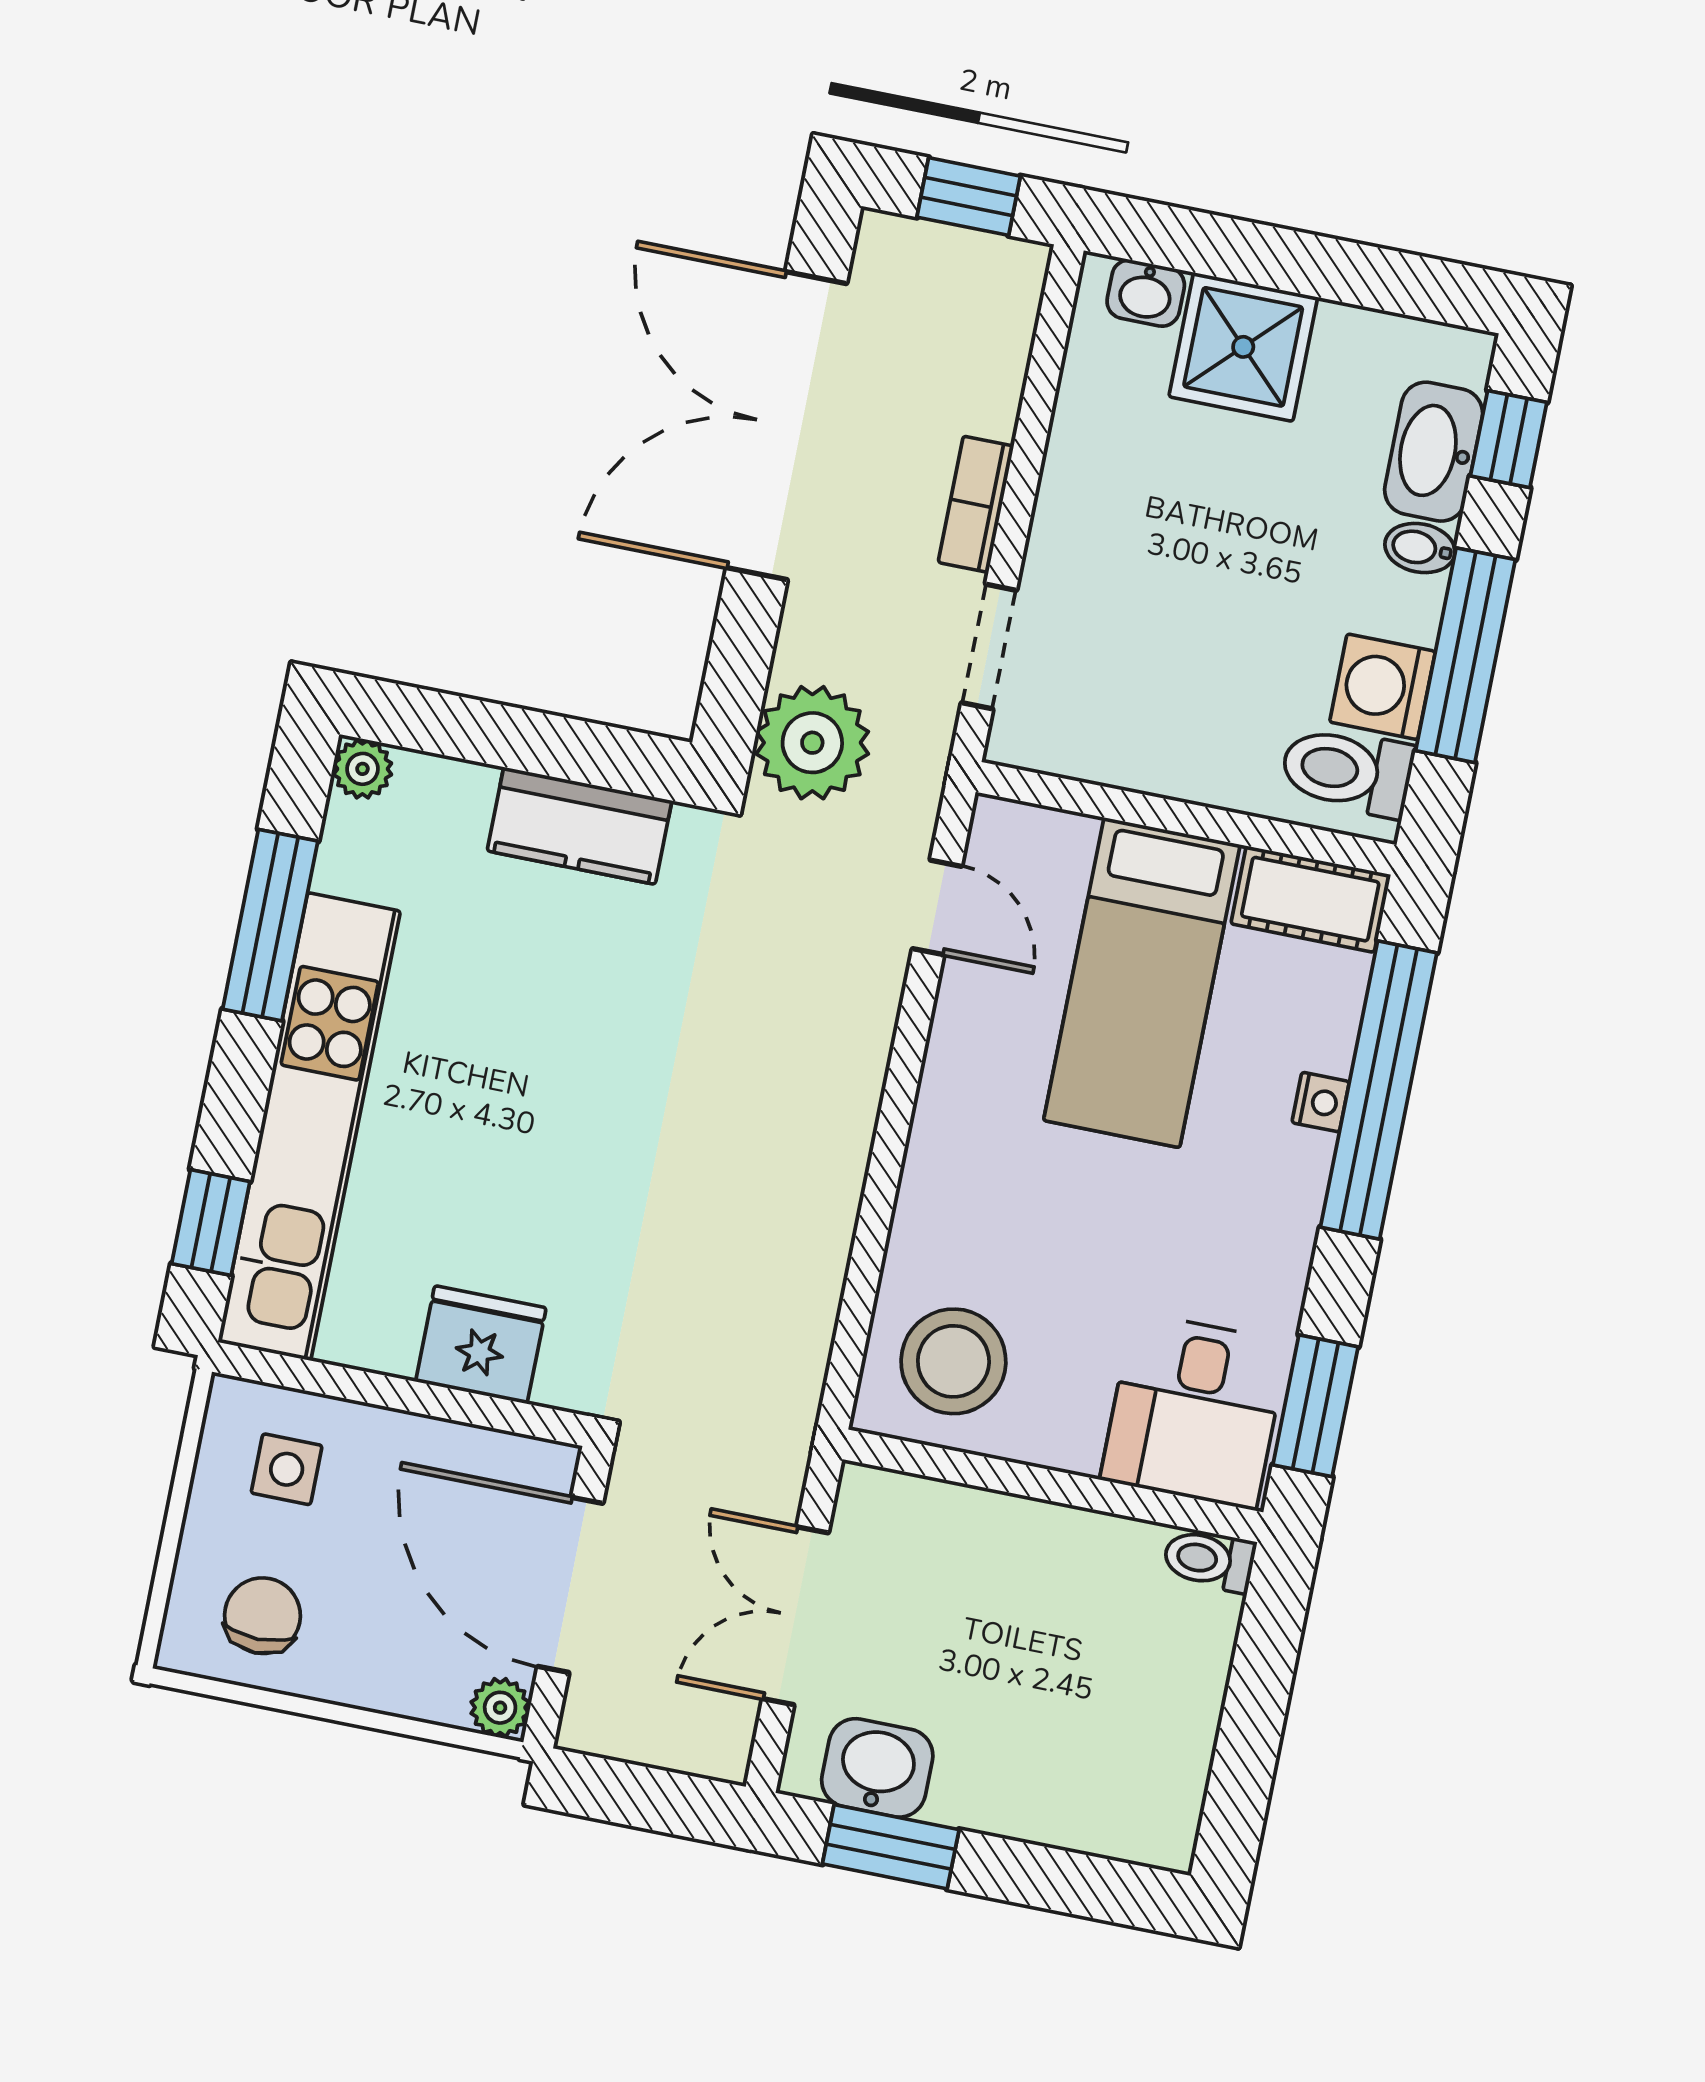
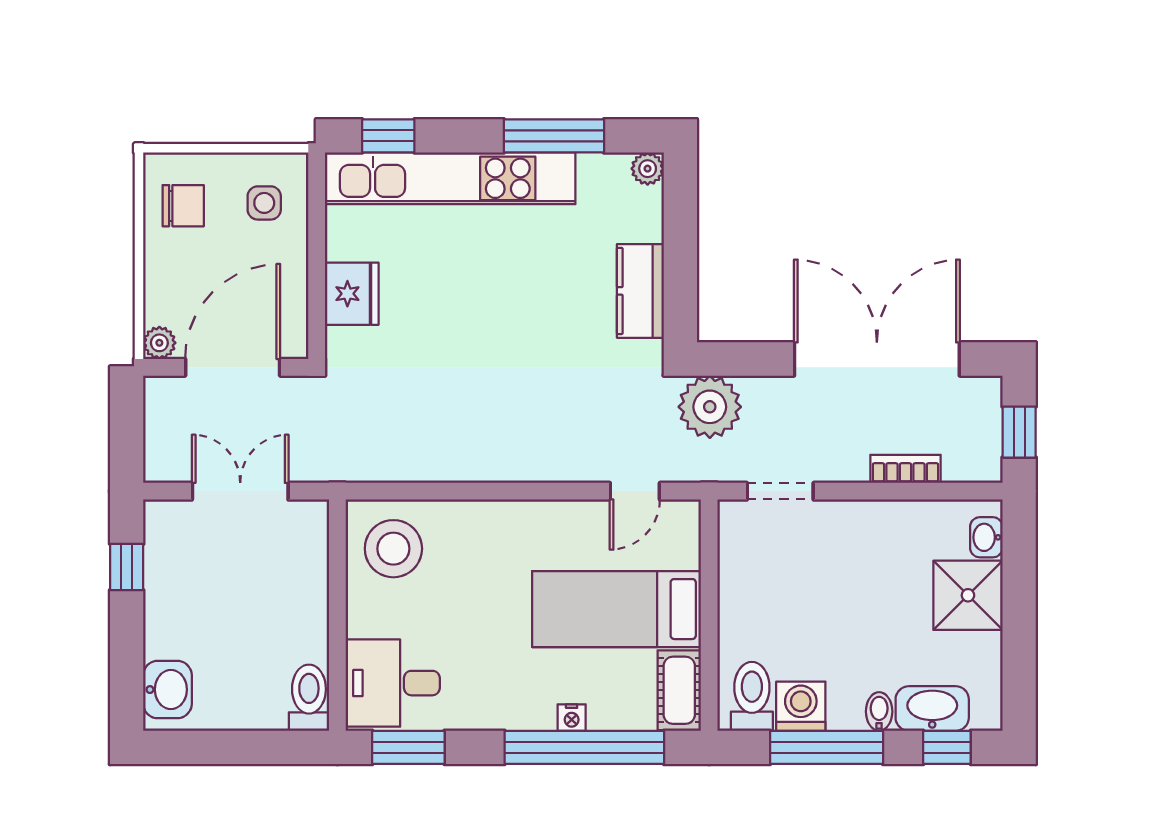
bookcase: (976, 504) -> (905, 469), moved
toilet: (1209, 1560) -> (309, 698), width x1.37, depth x1.39
washbasin: (877, 1768) -> (167, 690), moved
window: (891, 1847) -> (127, 567), width x0.67

